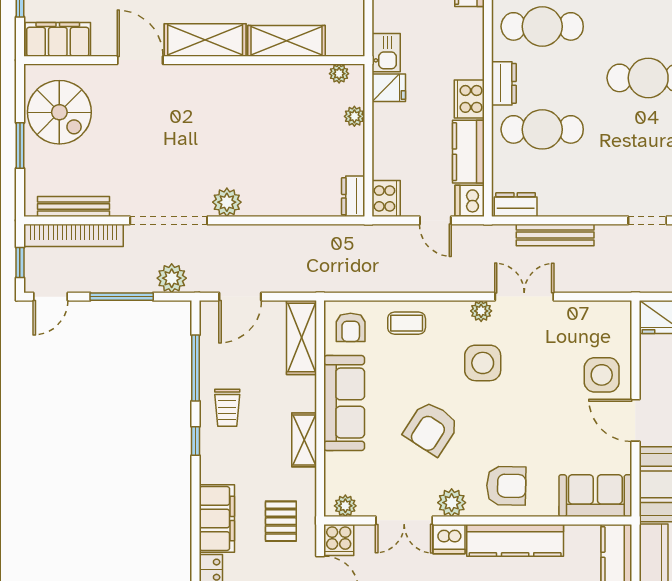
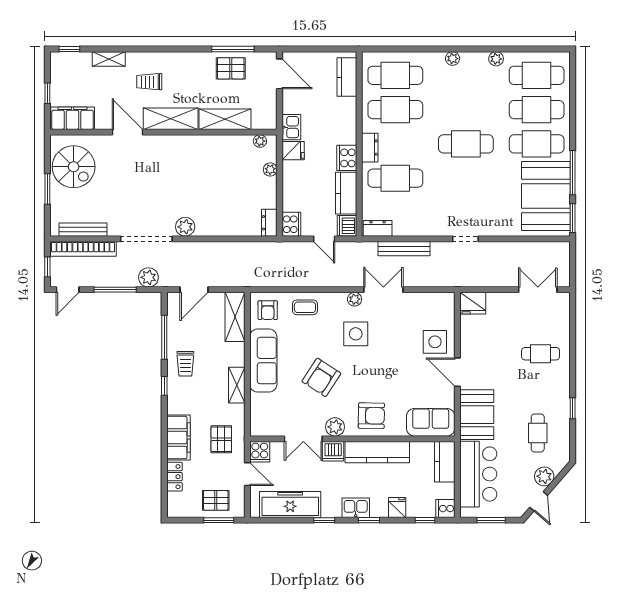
plant: (345, 506) -> (264, 429), removed

